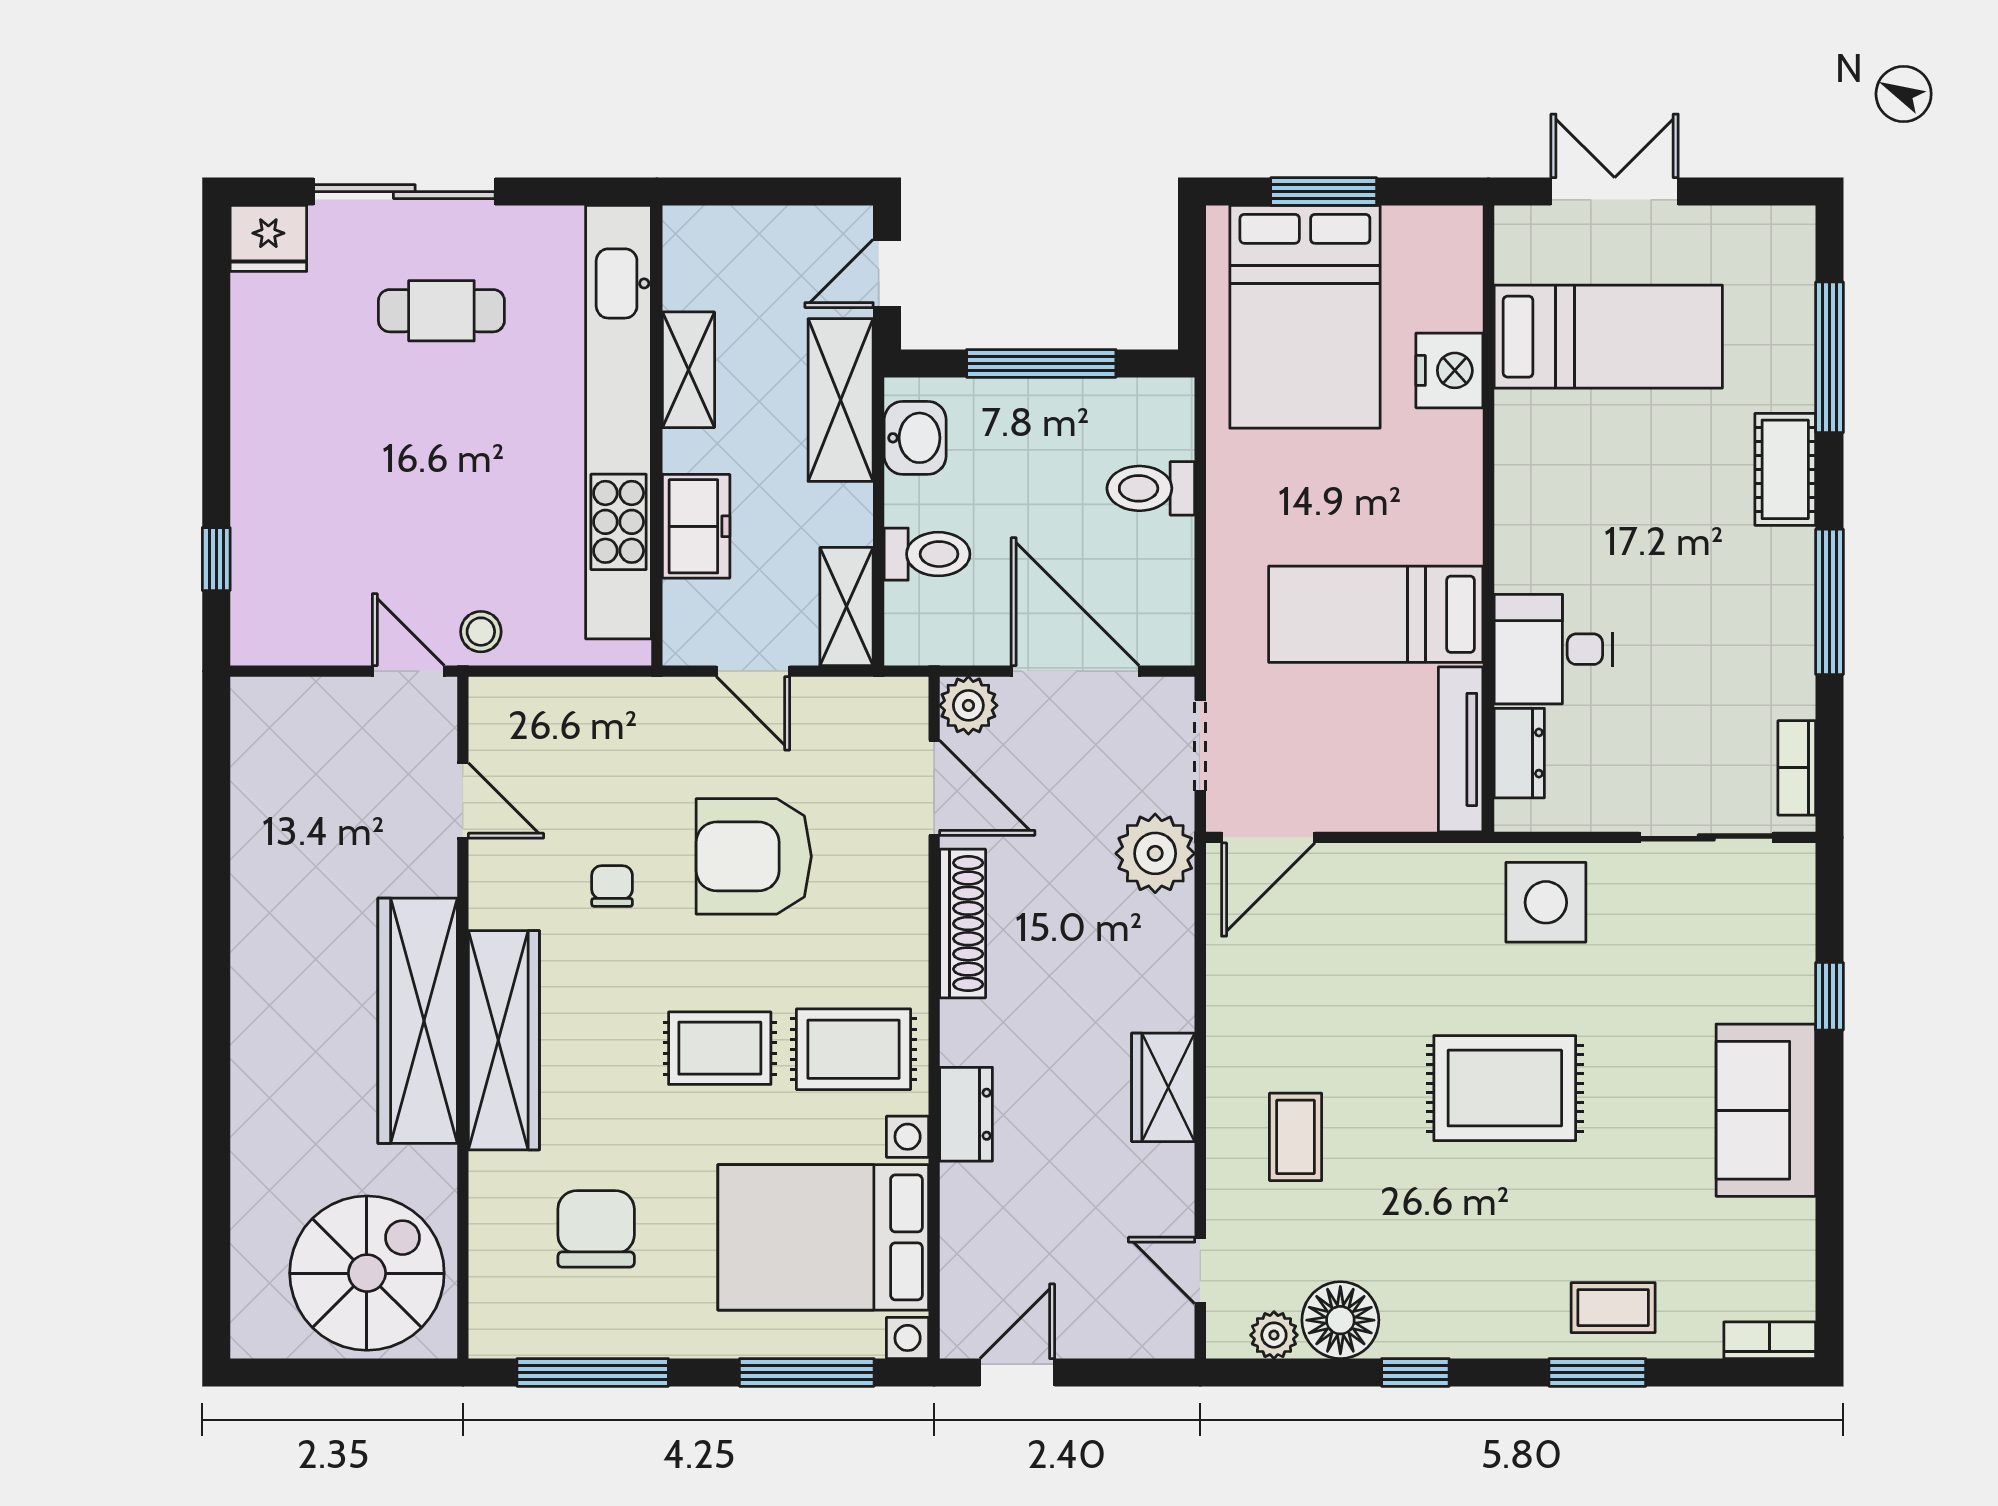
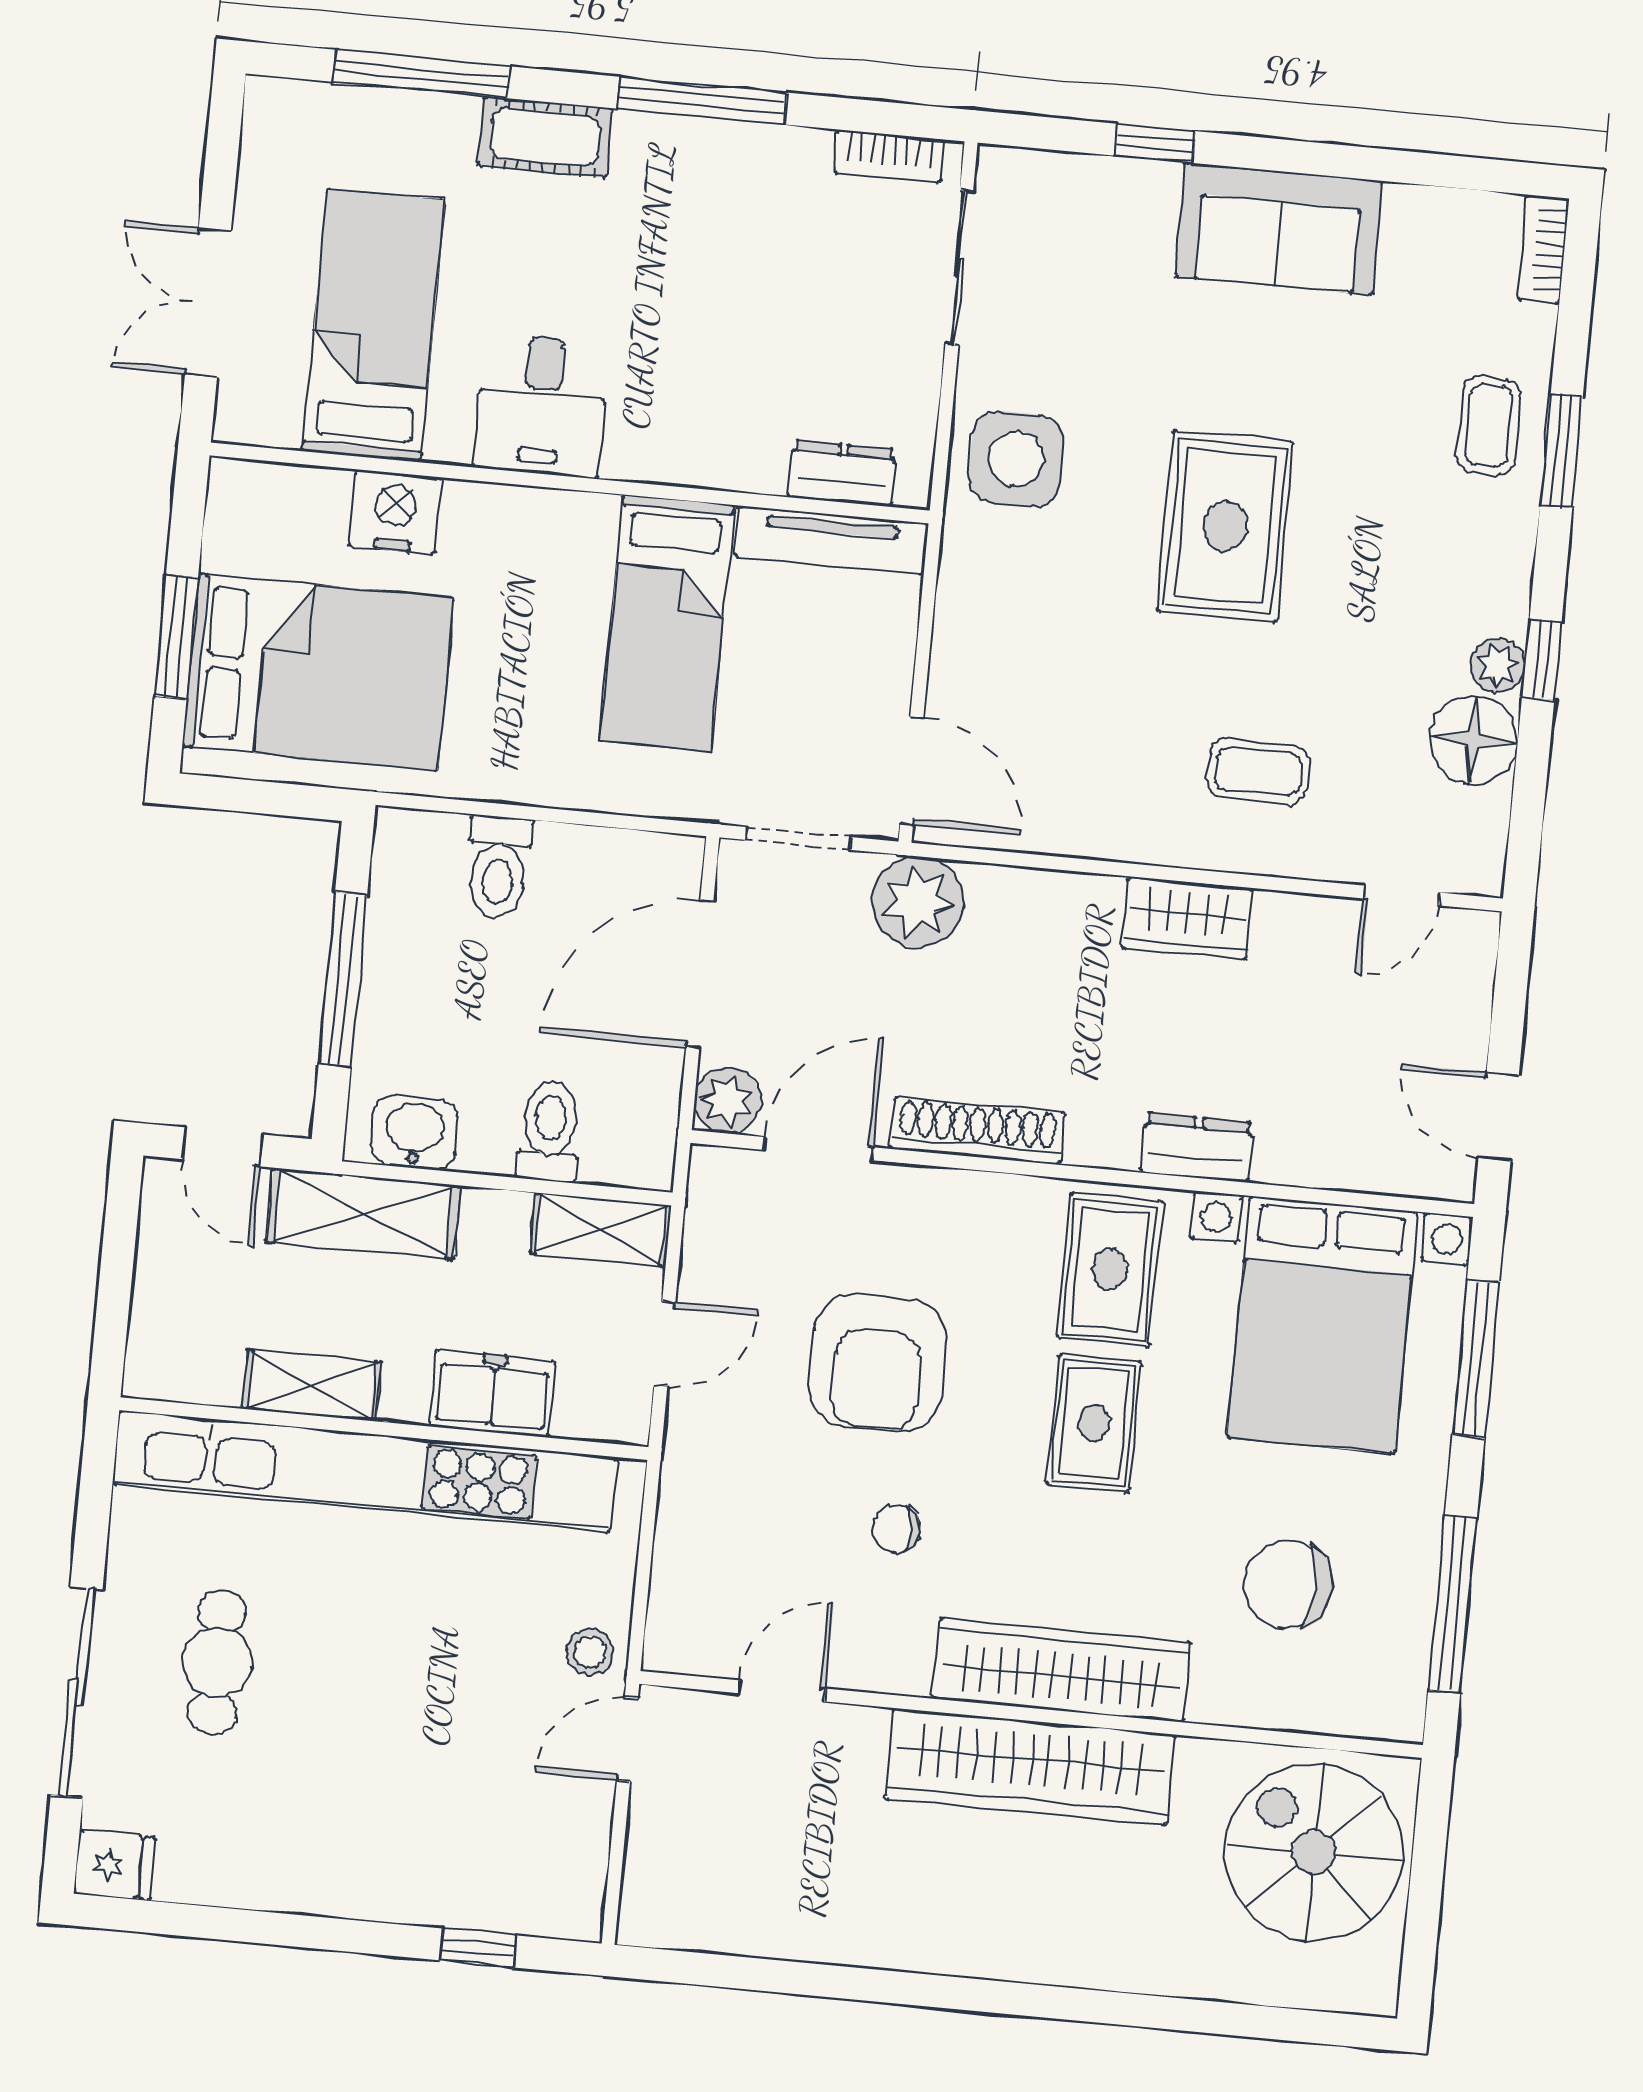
fridge: (268, 238) -> (114, 1865), width x0.72
desk: (1553, 649) -> (541, 406), moved
plant: (1274, 1335) -> (1498, 665), moved

